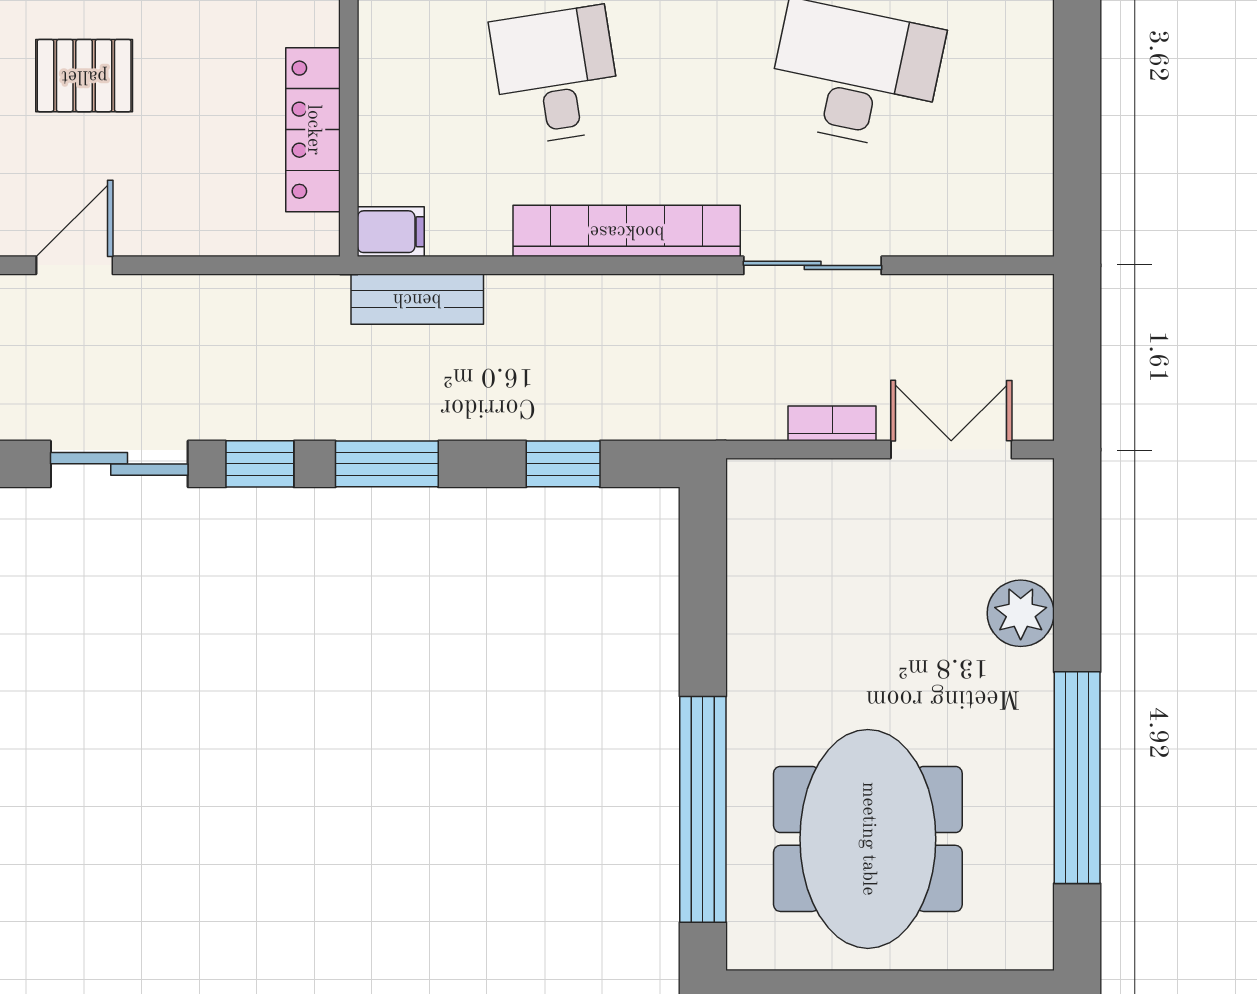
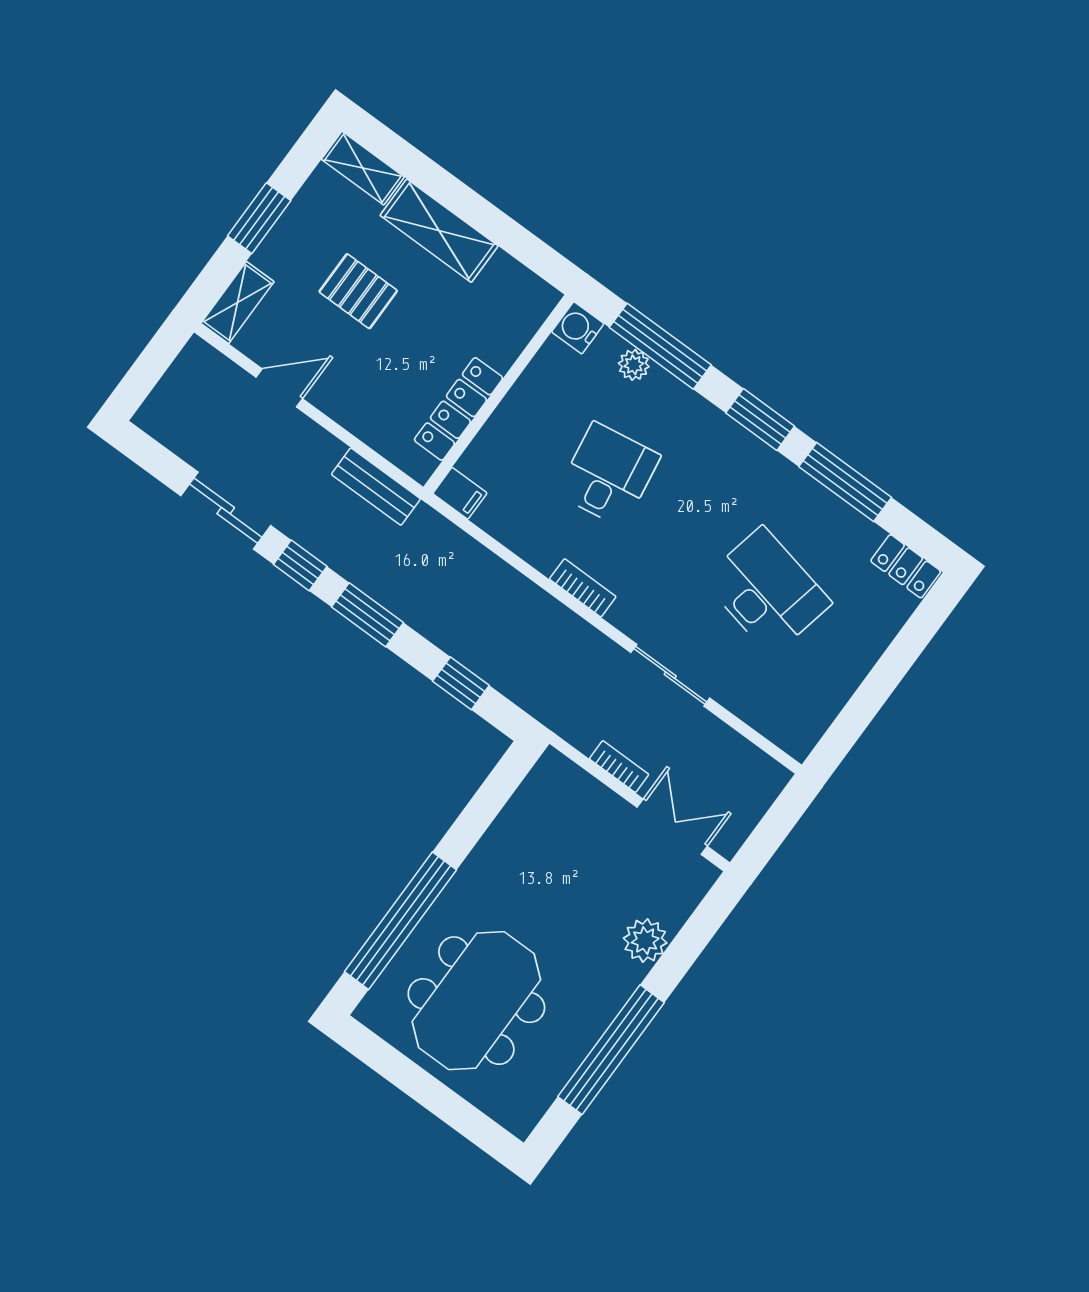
bookcase: (627, 231) -> (583, 588), width x0.43, depth x0.76
bench: (417, 299) -> (376, 487), moved

